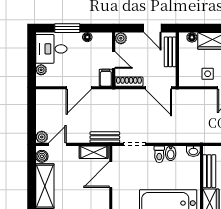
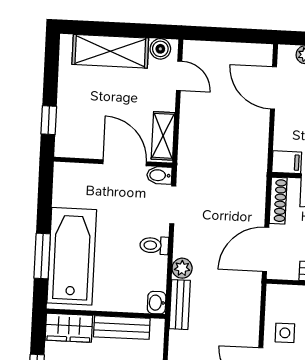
door: (79, 88) -> (273, 88), moved
plant: (42, 137) -> (182, 268), moved
bench: (105, 137) -> (180, 305), moved
bidet: (171, 153) -> (159, 175), moved

